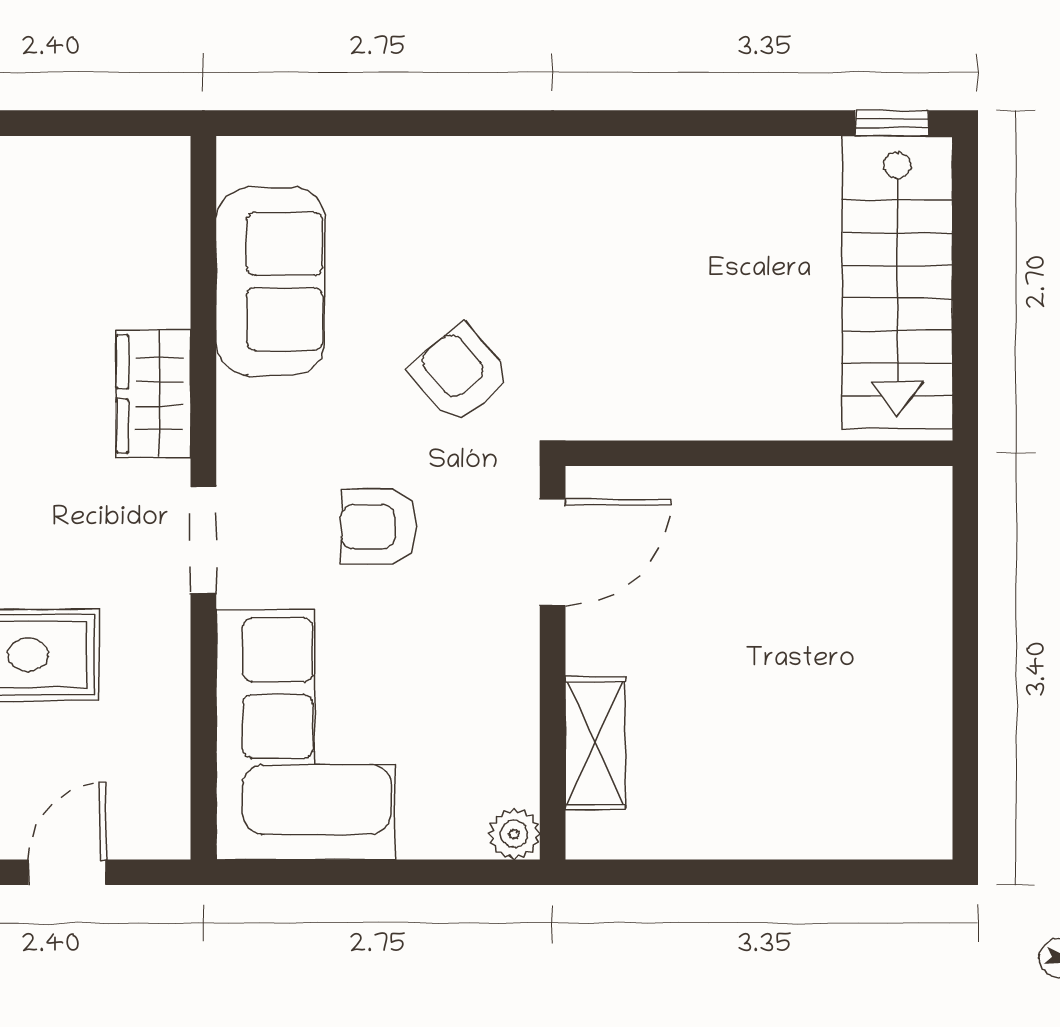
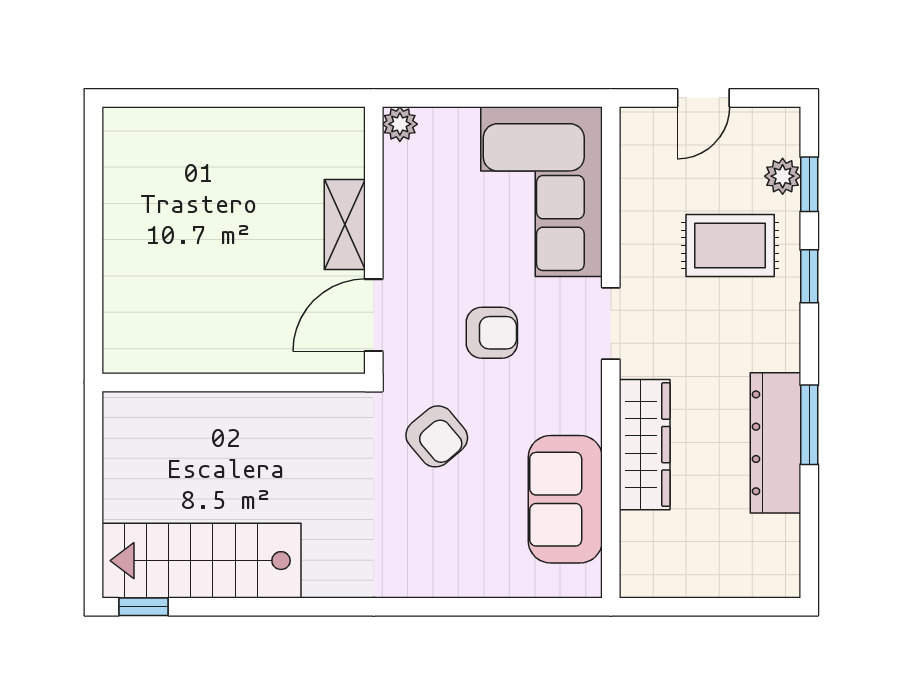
stairs: (897, 282) -> (201, 561), moved, turned -90
wardrobe: (154, 394) -> (645, 445), width x1.50
shelving: (595, 743) -> (345, 224), moved

